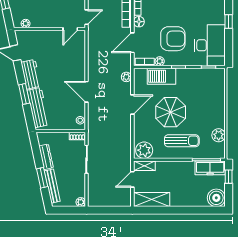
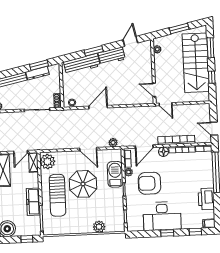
armchair: (173, 39) -> (149, 183), turned 90
door: (132, 43) -> (144, 147), swing flipped
desk: (210, 45) -> (162, 216), moved
plant: (219, 135) -> (99, 227), moved
sun lounger: (182, 141) -> (57, 195), width x1.36, depth x1.34
freezer: (210, 168) -> (33, 202), moved
window: (42, 178) -> (39, 65), moved
door: (132, 179) -> (21, 152), swing flipped

